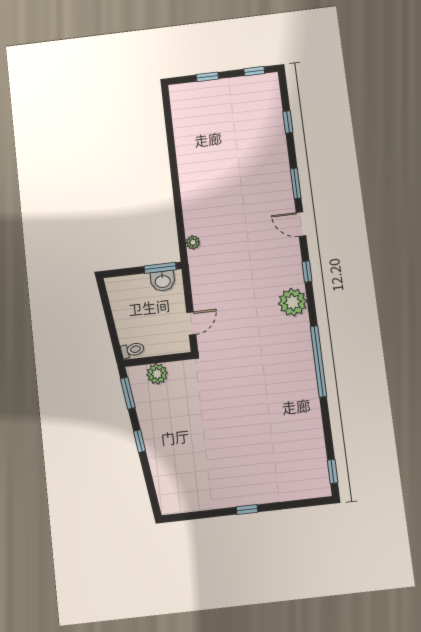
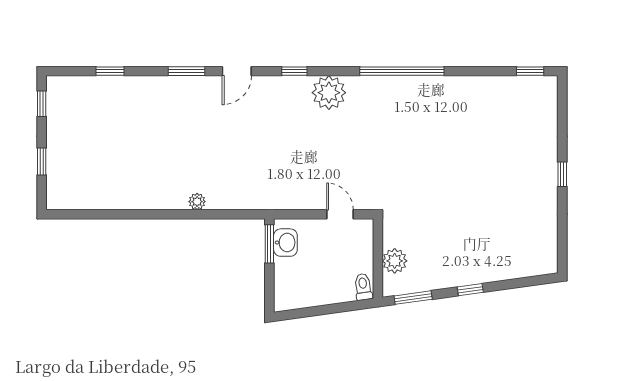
plant: (193, 242) -> (197, 202), moved

